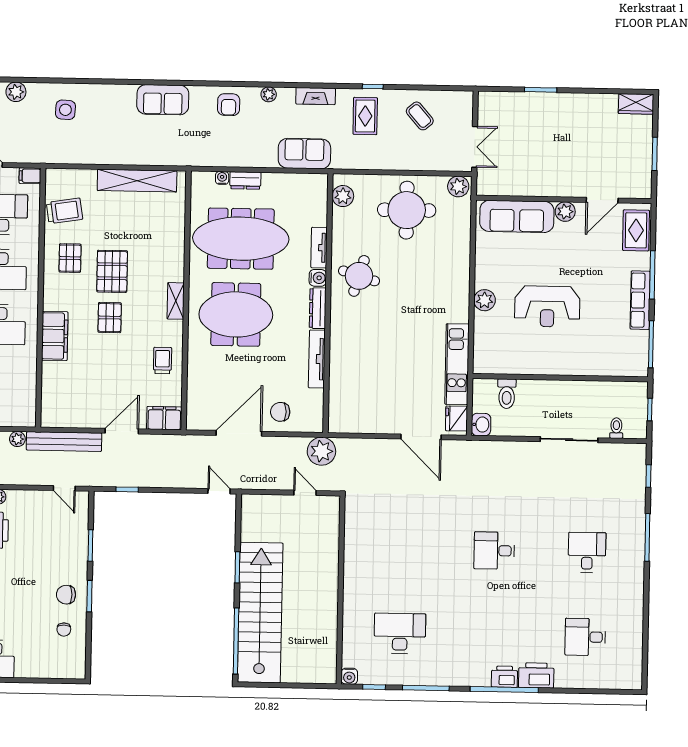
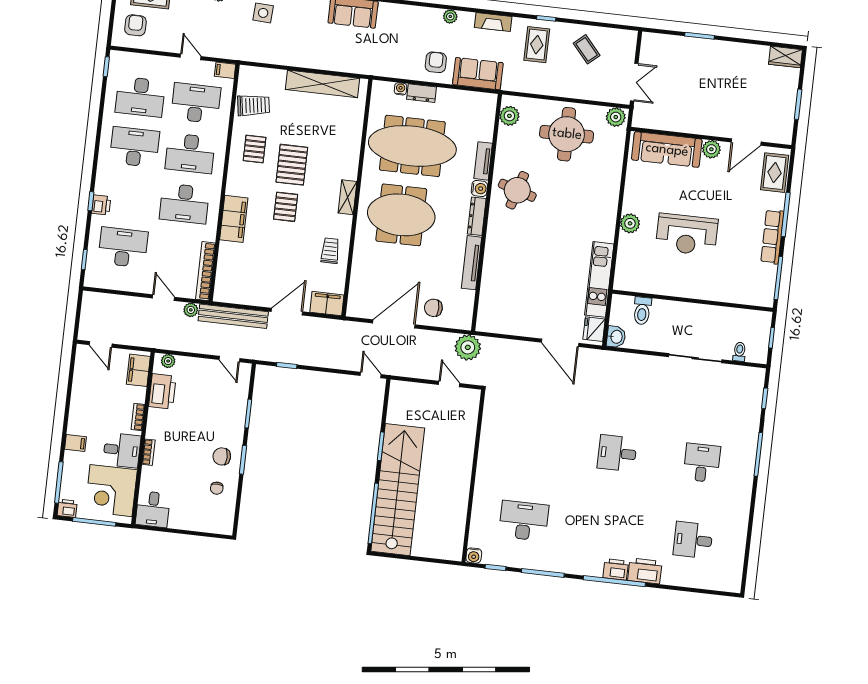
armchair: (229, 105) -> (436, 62), moved, turned 180
bookcase: (29, 395) -> (205, 271), added

